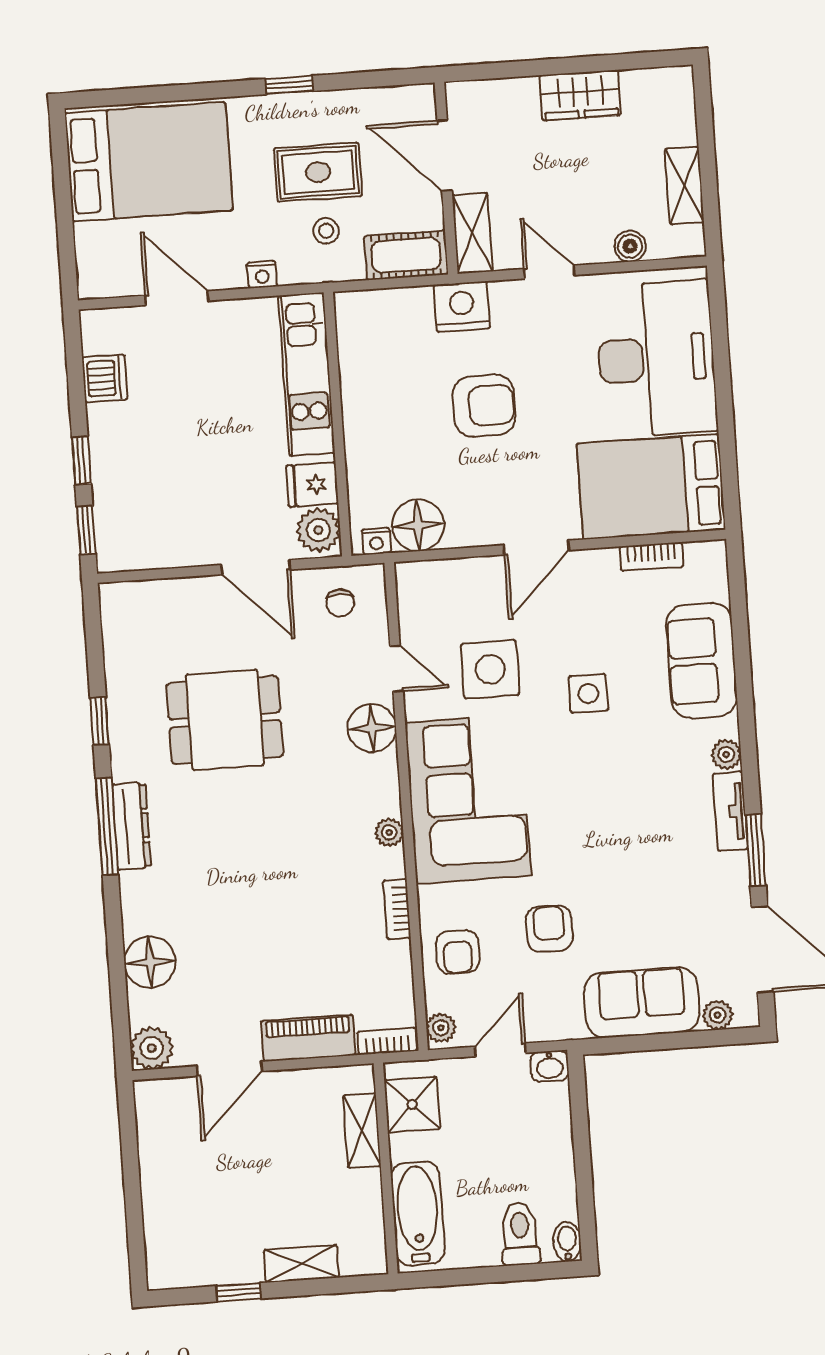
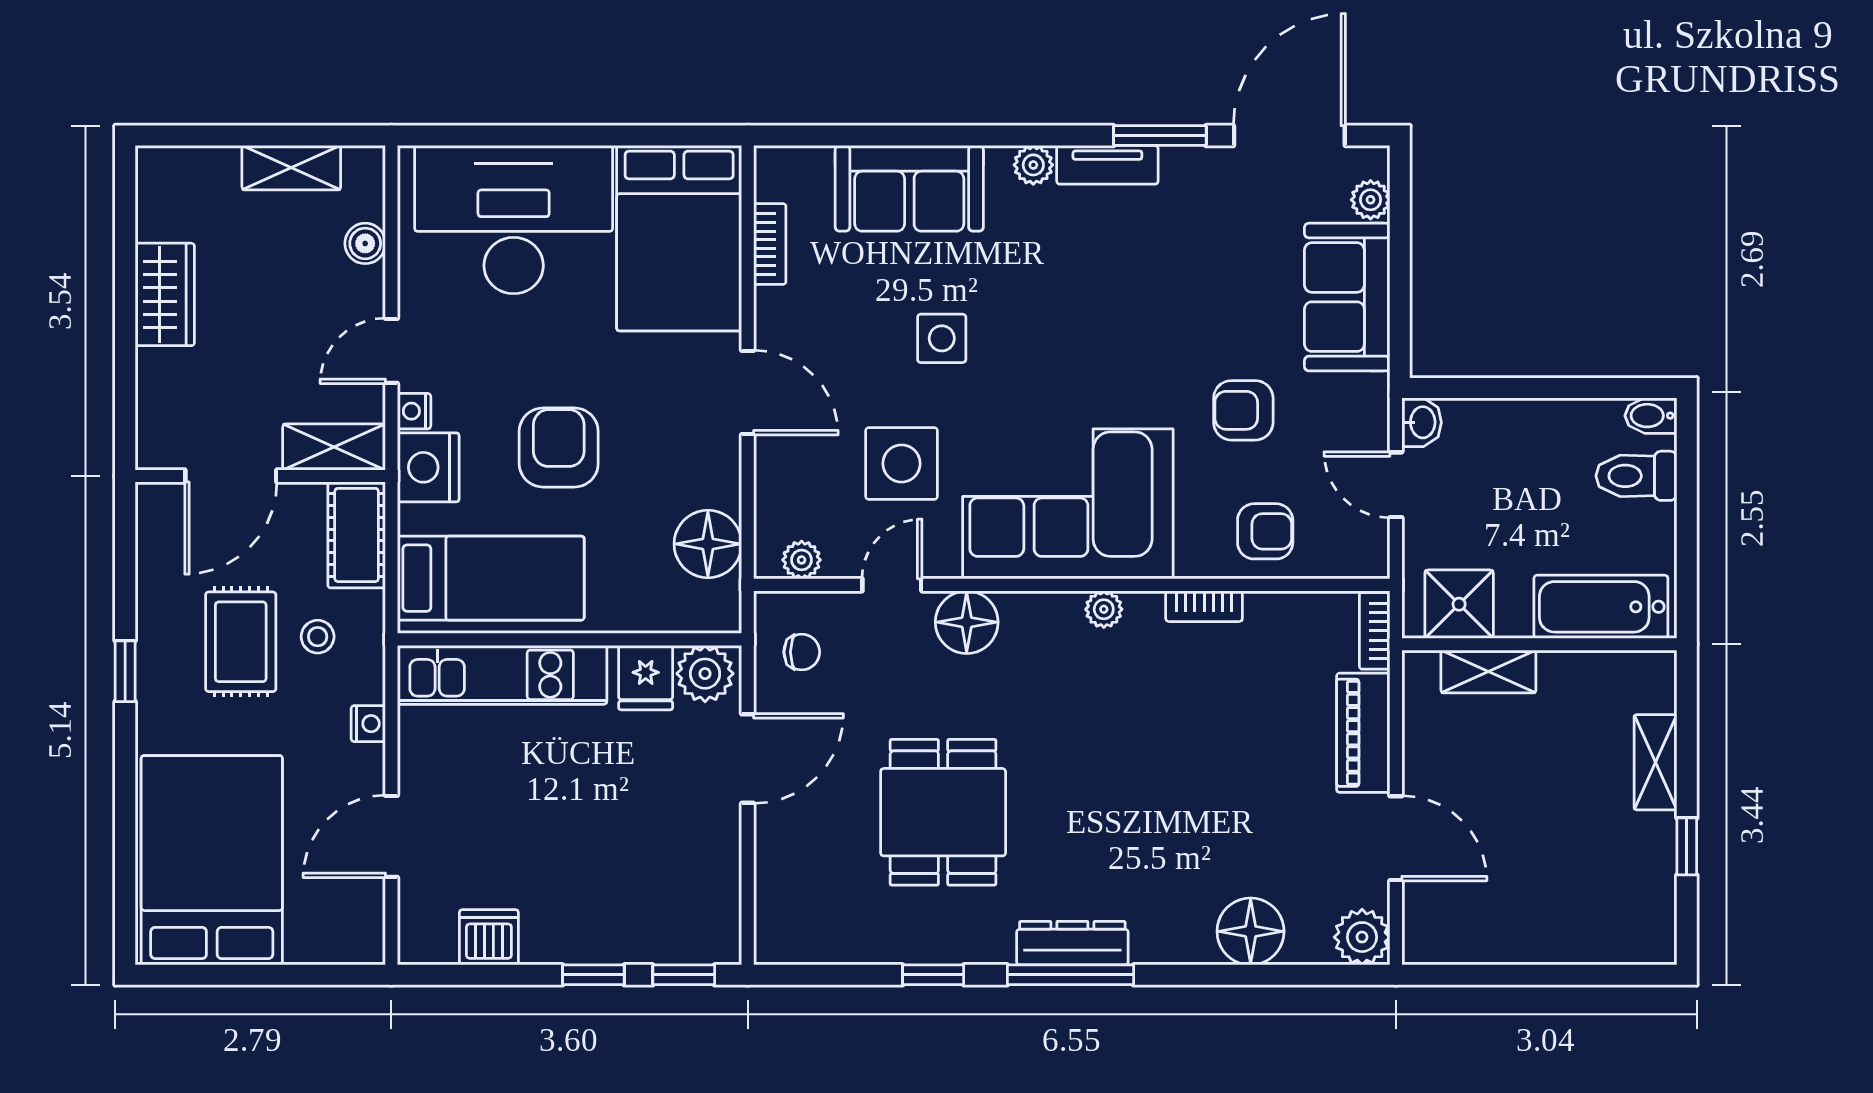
bed: (380, 360) -> (491, 578), added
nightstand: (376, 541) -> (414, 411), moved, turned 180
plant: (441, 1028) -> (802, 560), moved

